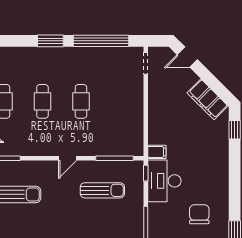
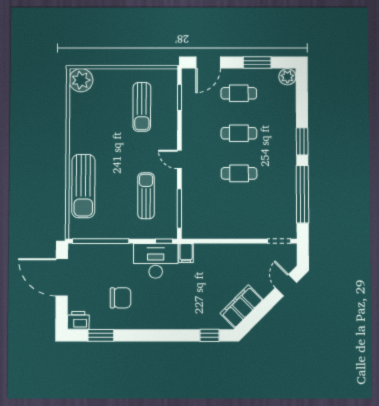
sun lounger: (102, 190) -> (146, 196), turned 180

